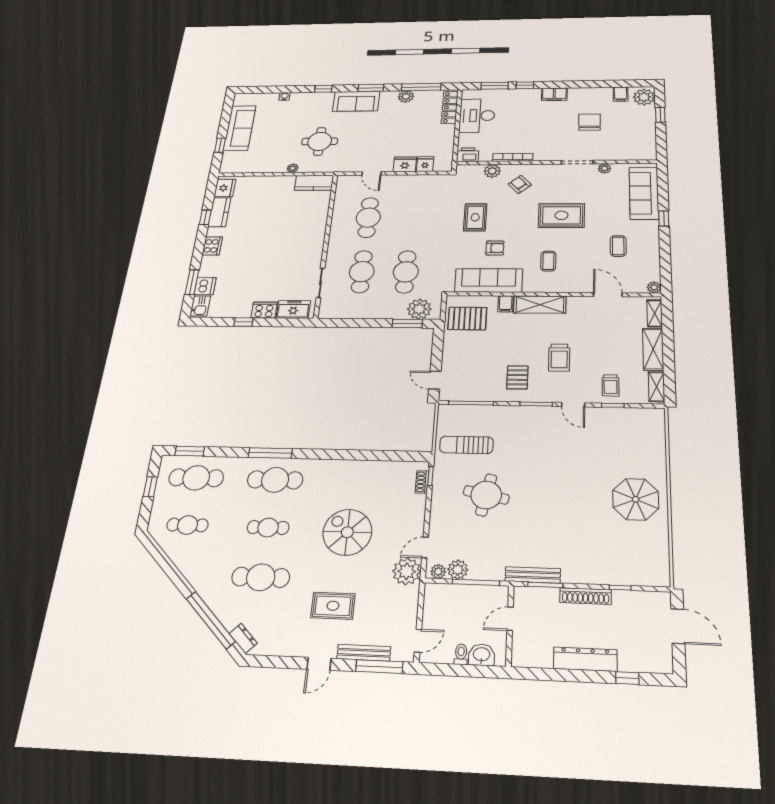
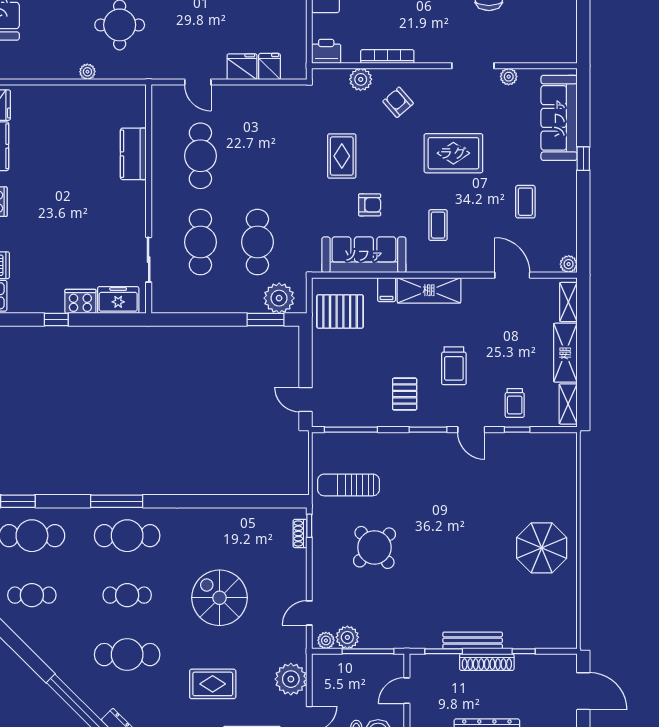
kitchen counter: (314, 183) -> (133, 154), moved, turned 90
round table: (486, 495) -> (374, 547), turned 36
plant: (407, 571) -> (291, 679), moved
bench: (533, 575) -> (473, 640), moved

